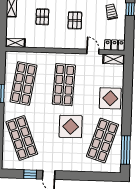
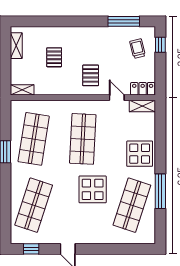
pallet: (75, 20) -> (91, 75), moved
shop shelf: (22, 138) -> (34, 205), turned 39
window: (126, 150) -> (160, 191), moved
window: (30, 174) -> (31, 249), moved

